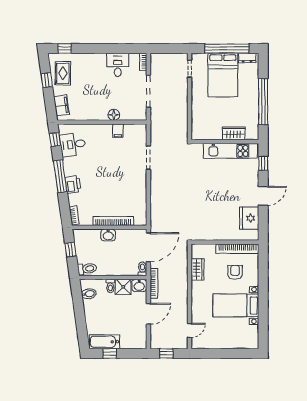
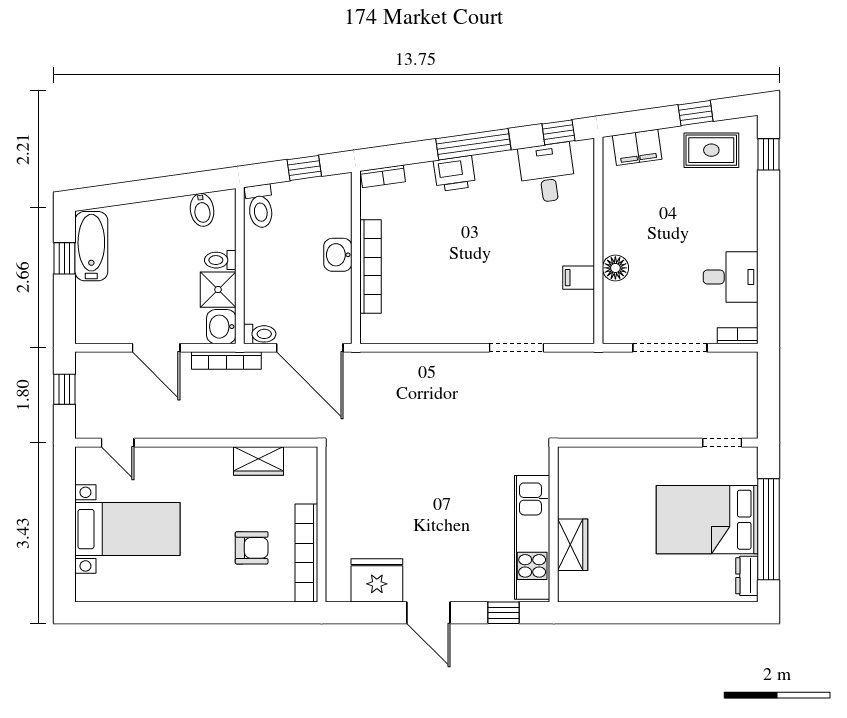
window: (263, 102) -> (646, 613), removed
bed with nightstands: (236, 305) -> (127, 529), moved, turned 90

